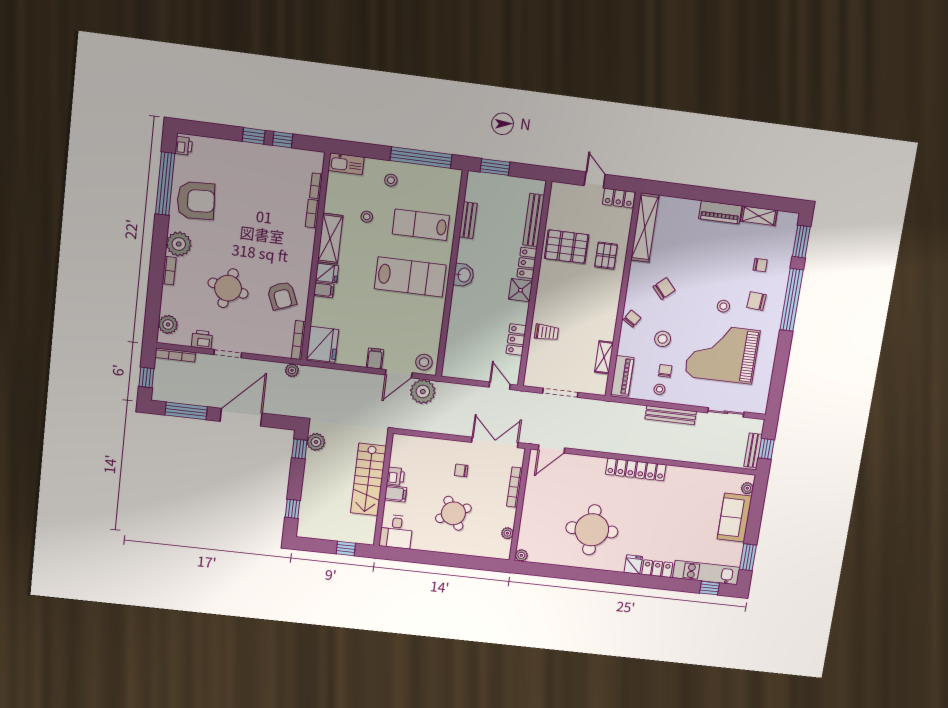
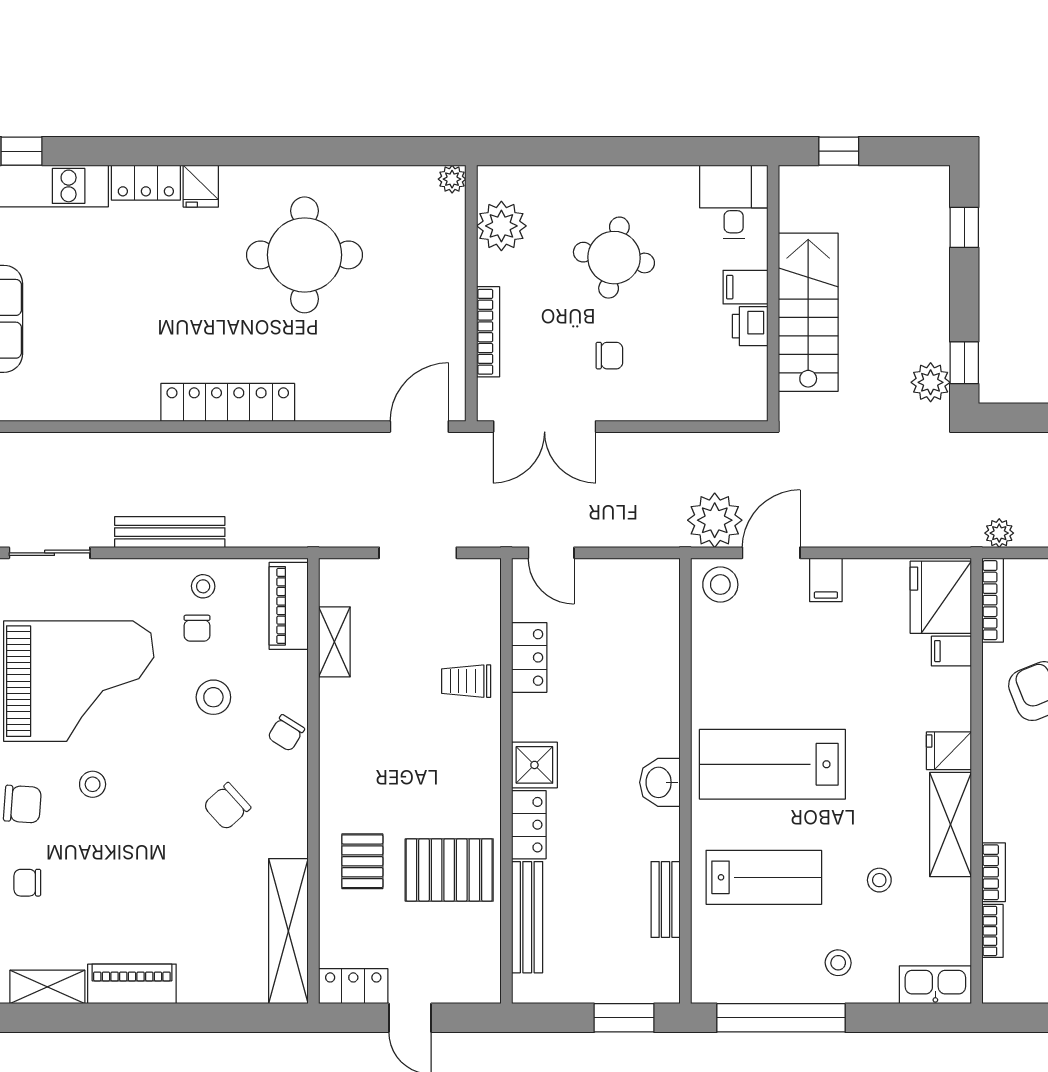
filing cabinet: (324, 290) -> (951, 651), moved
round table: (453, 513) -> (614, 258), turned 38
plant: (507, 533) -> (501, 226), width x1.88, depth x1.88

